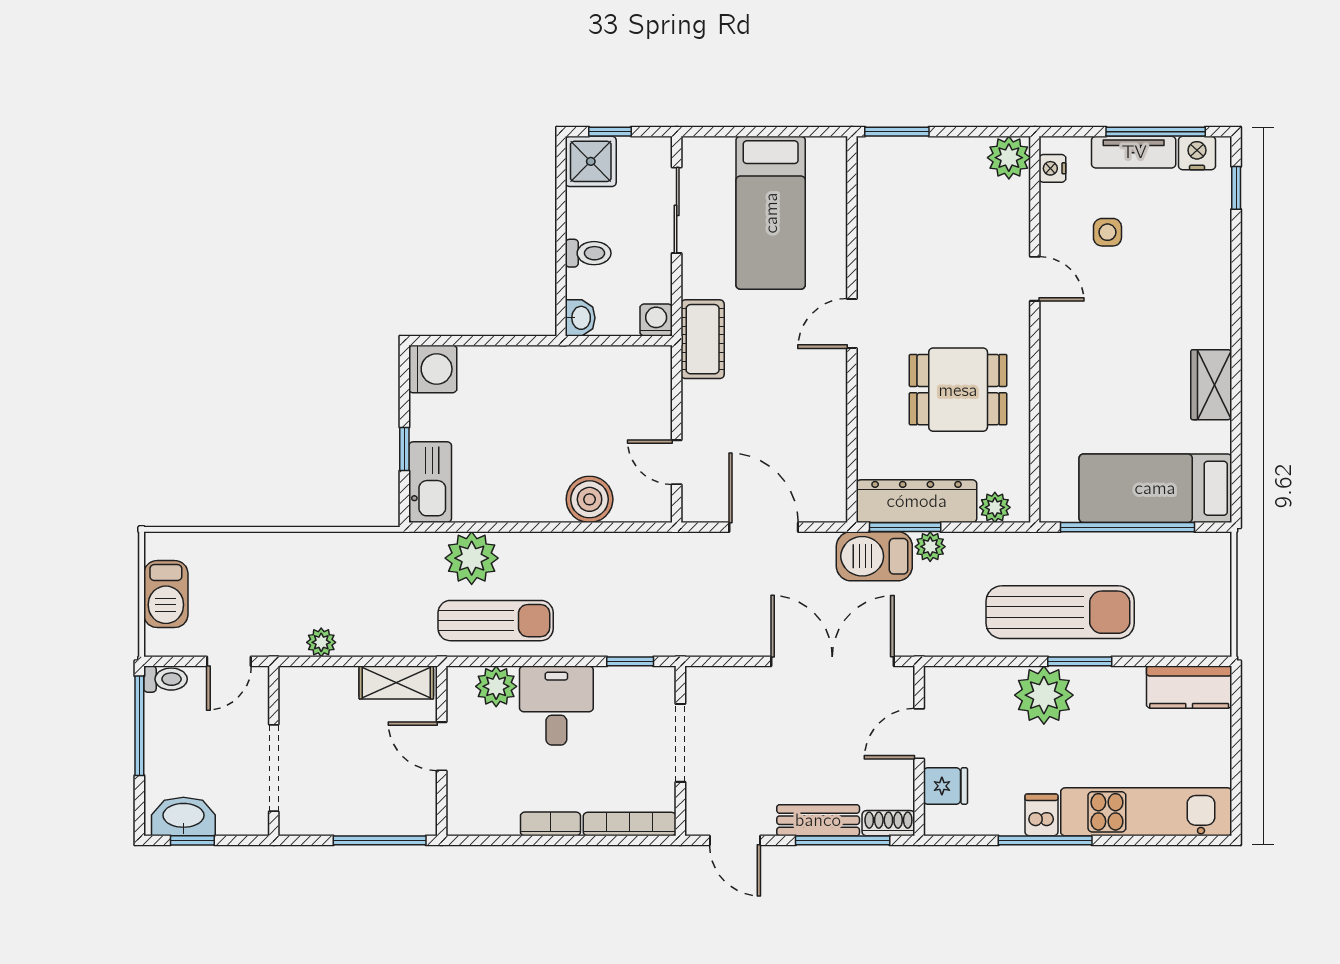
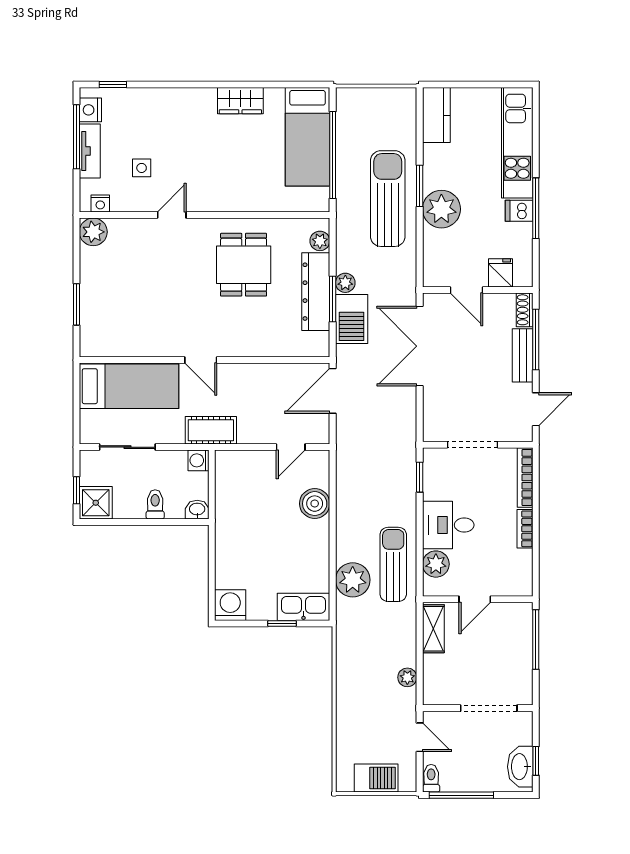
door: (852, 323) -> (201, 360), moved
wall: (852, 329) -> (205, 360), moved

